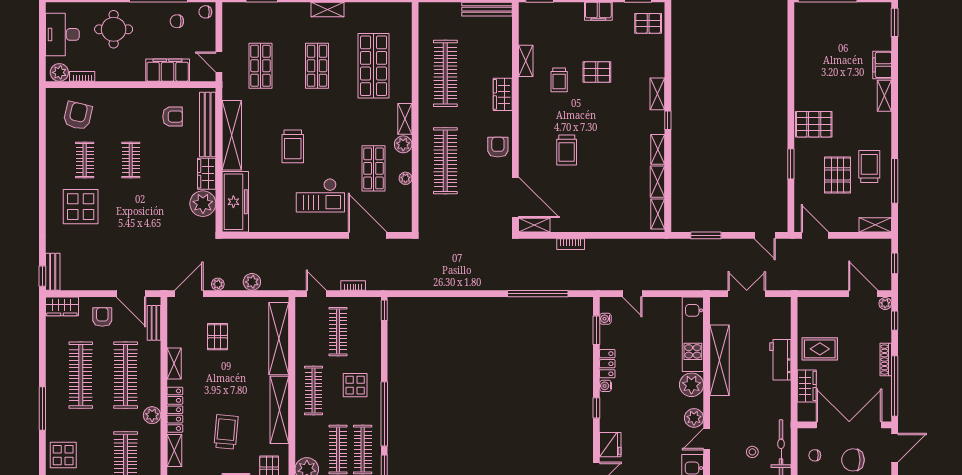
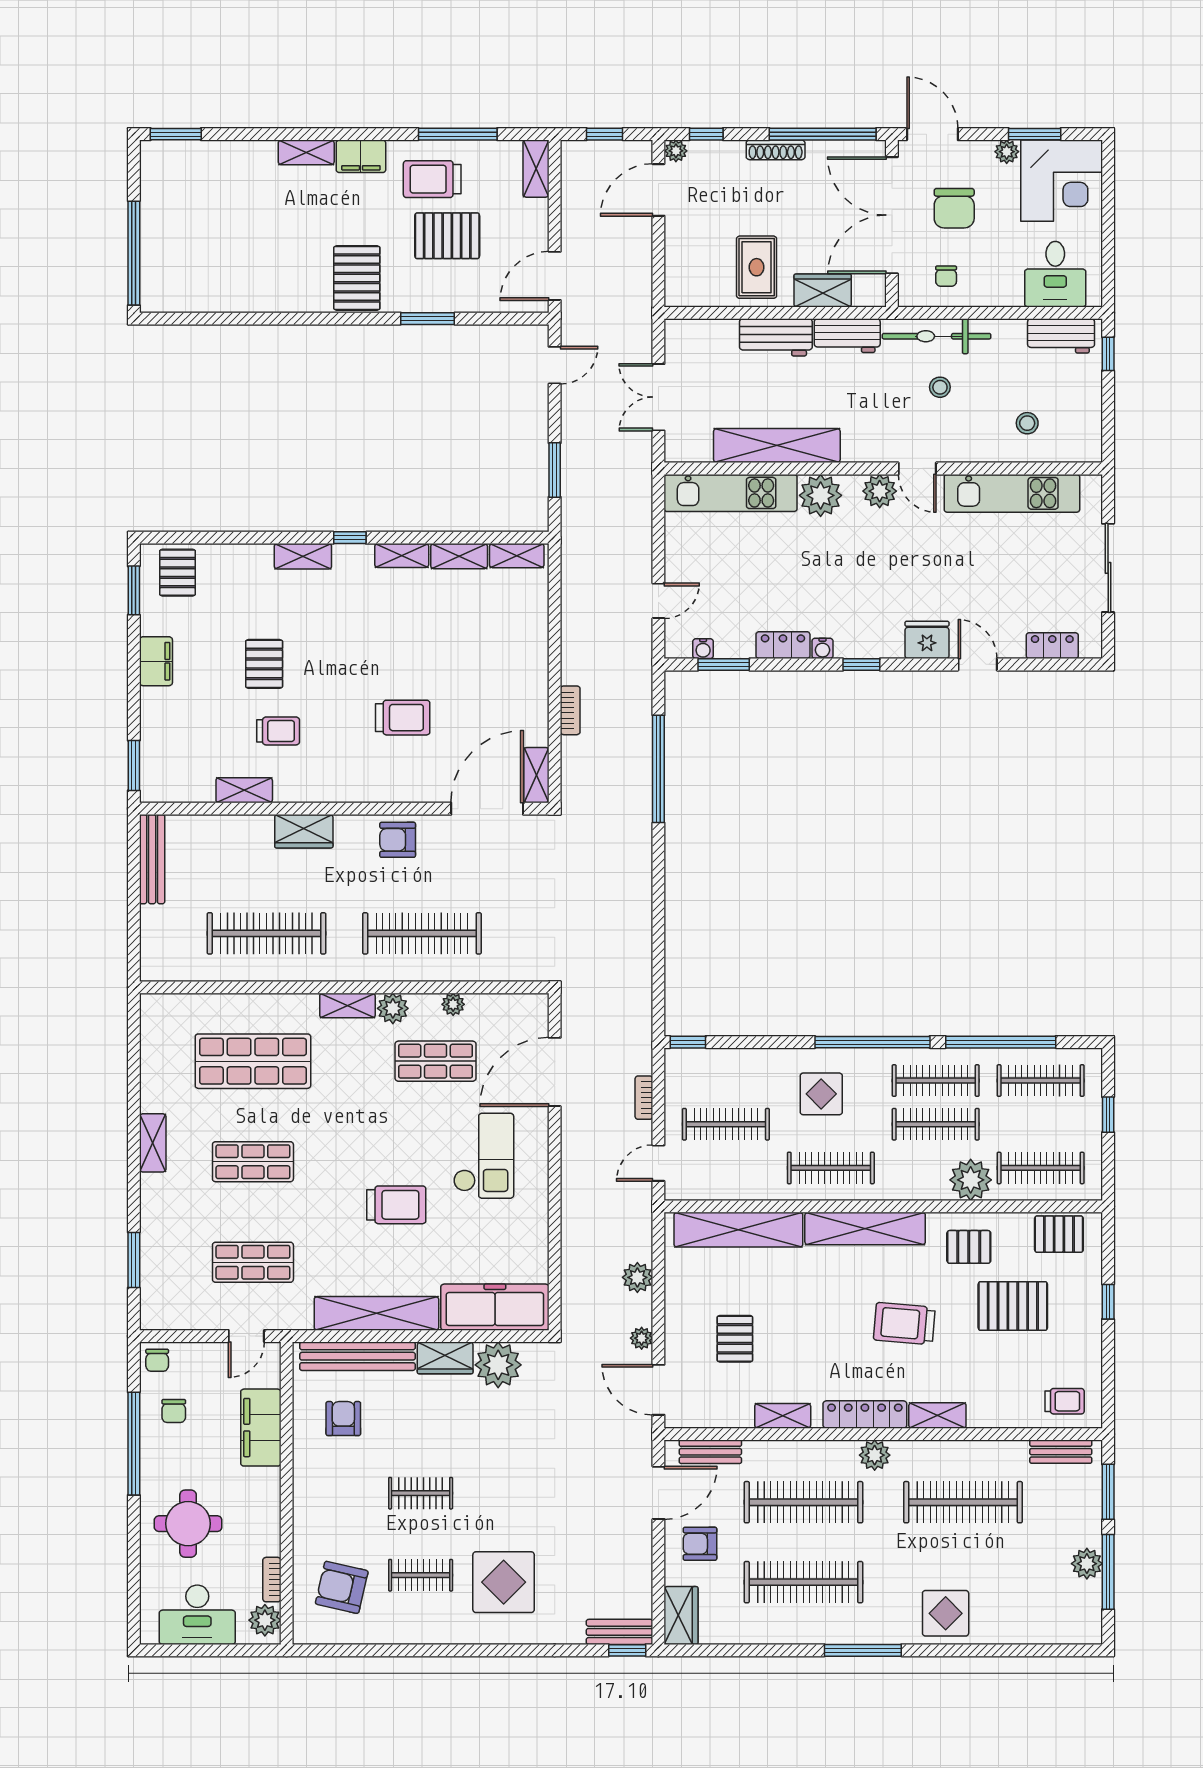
filing cabinet: (882, 65) -> (361, 156), moved
pallet: (217, 337) -> (735, 1339), turned 90
workbench: (781, 400) -> (847, 336), added

